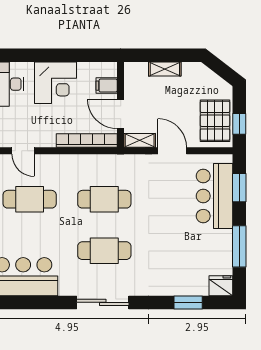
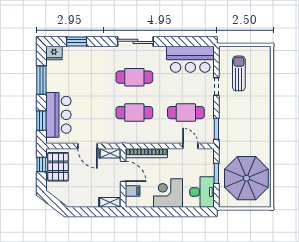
shelving: (165, 69) -> (110, 202), moved

